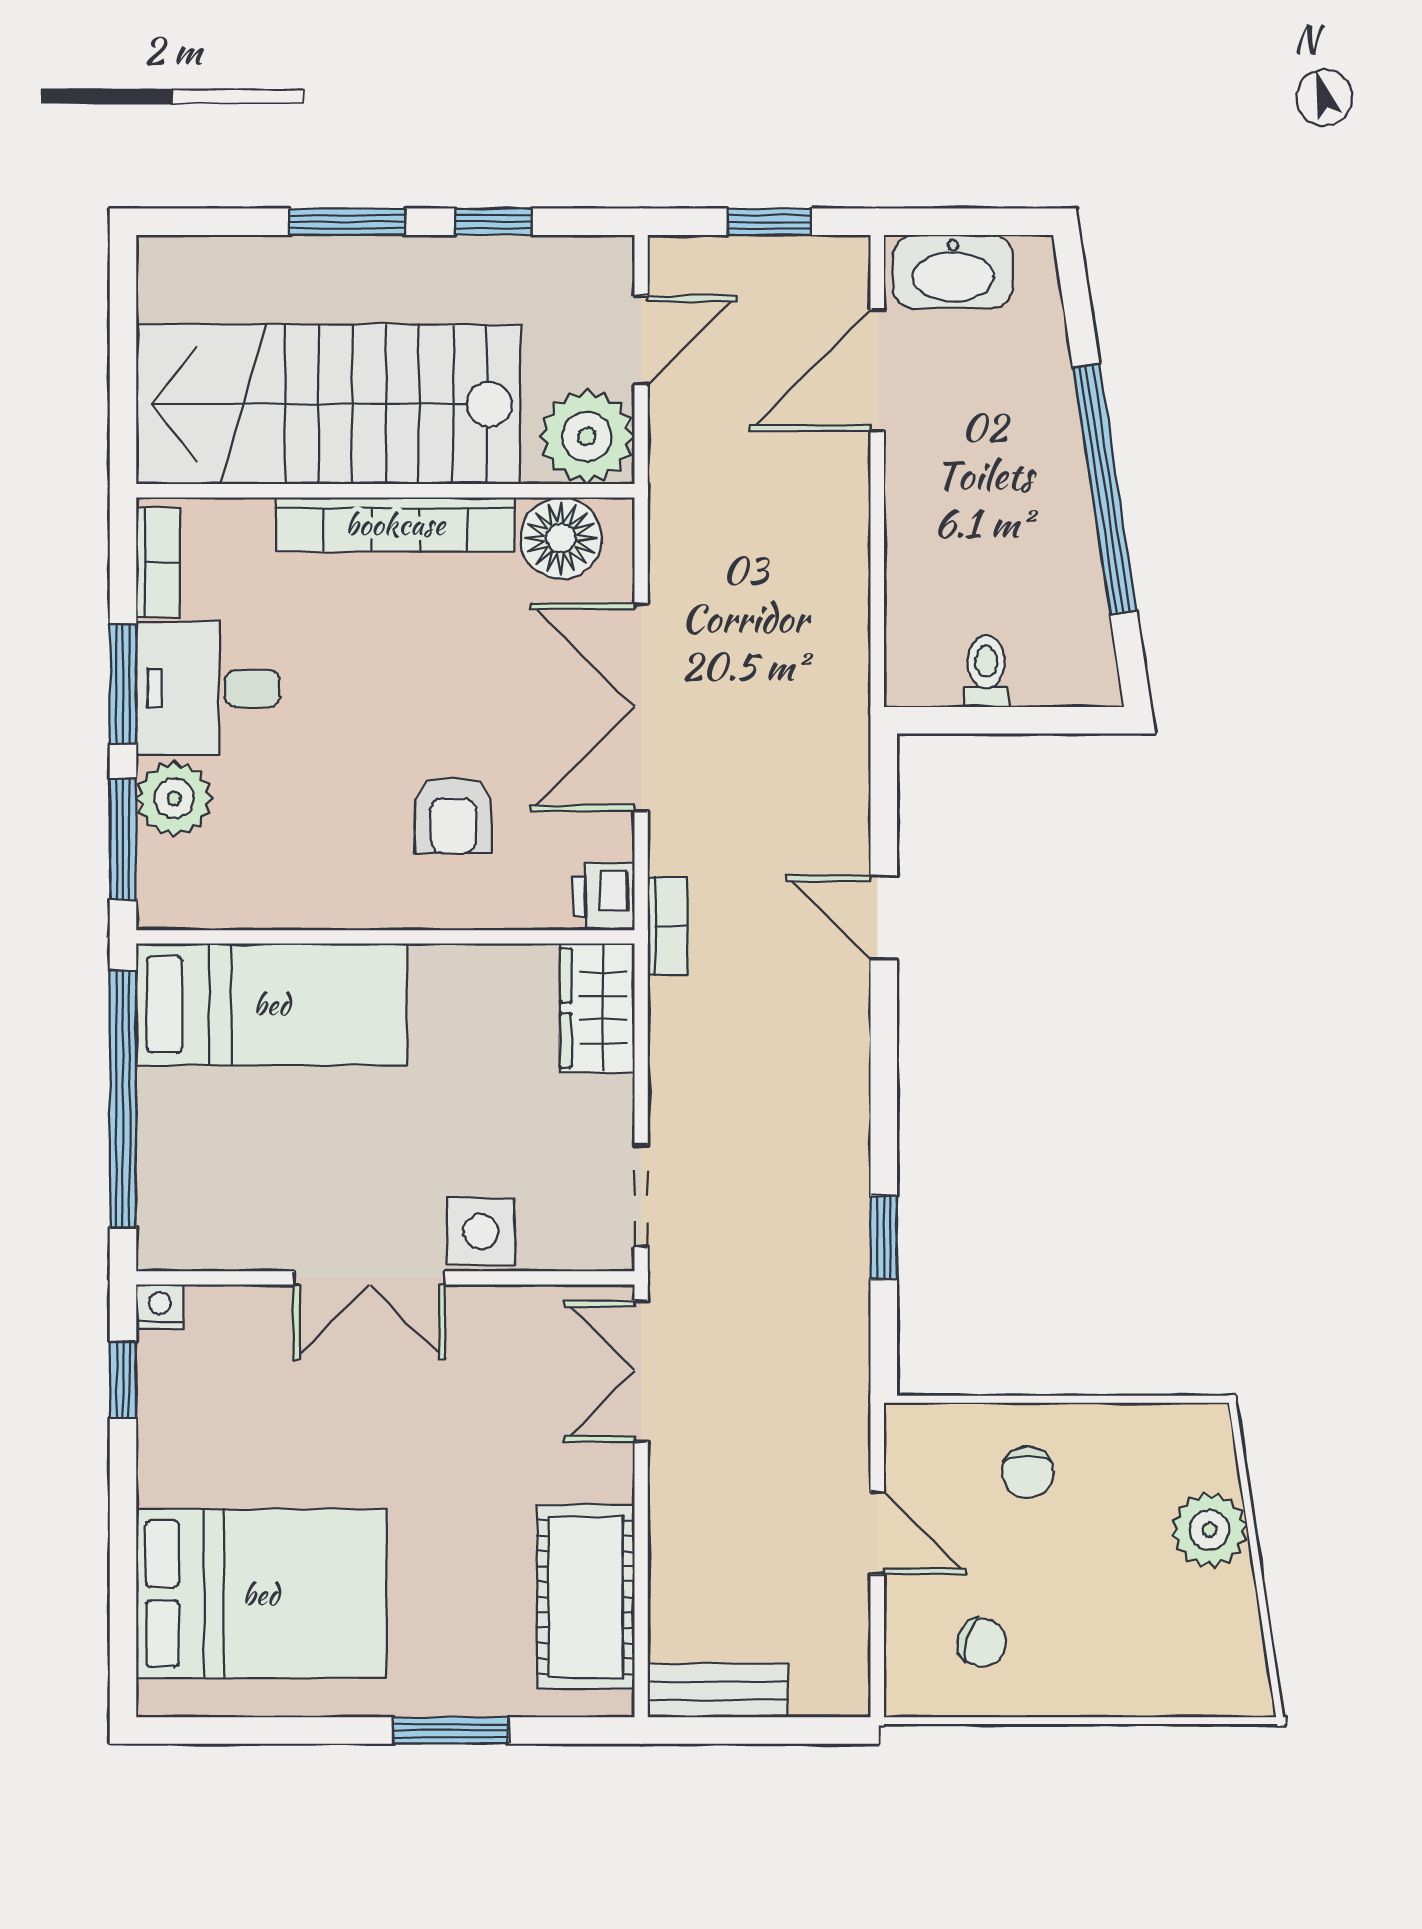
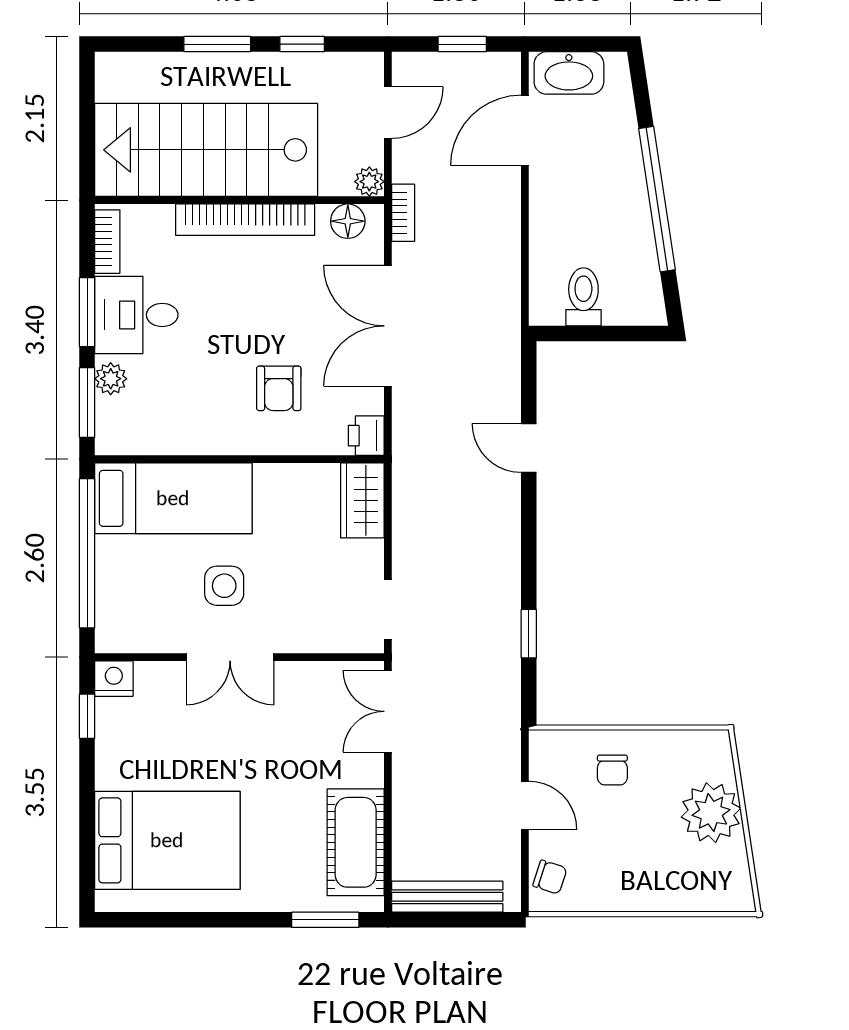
plant: (587, 437) -> (369, 182), width x0.53, depth x0.53
floor lamp: (561, 538) -> (348, 221), width x0.73, depth x0.73
toilet: (986, 671) -> (583, 297), width x1.37, depth x1.39
plant: (174, 798) -> (111, 379), width x0.73, depth x0.73
bookcase: (667, 926) -> (403, 213), moved
side table: (481, 1232) -> (224, 586), moved
nightstand: (160, 1307) -> (114, 679), width x1.39, depth x1.35
plant: (1209, 1530) -> (711, 813), width x1.36, depth x1.36
chair: (982, 1643) -> (550, 877), moved
bench: (718, 1691) -> (447, 897), width x1.36
window: (451, 1731) -> (325, 920), moved

